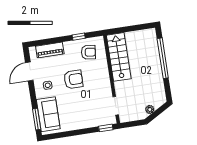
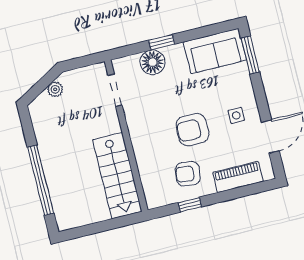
armchair: (88, 52) -> (188, 174), moved
sofa: (48, 114) -> (215, 51), moved, turned -90
floor lamp: (93, 120) -> (152, 62), added
window: (106, 128) -> (162, 42), moved

